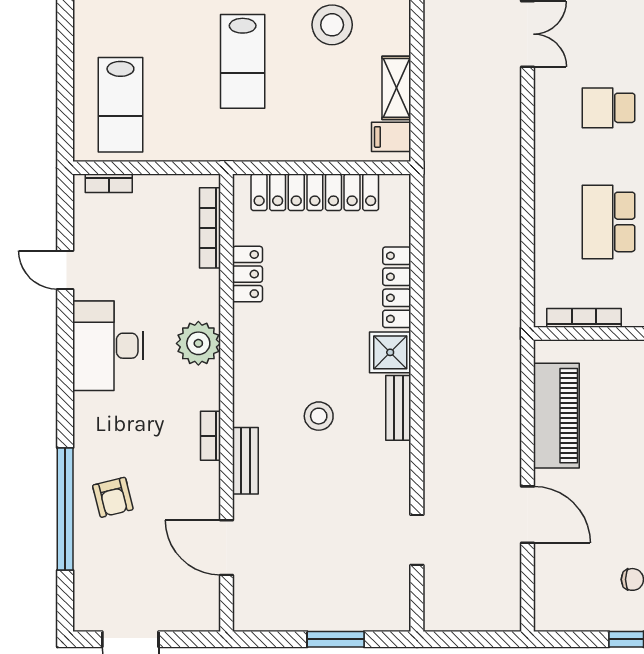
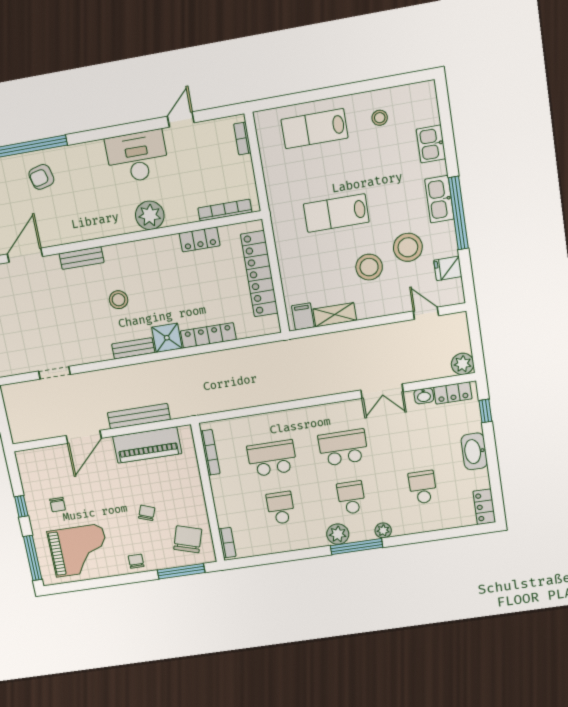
lab bench: (120, 105) -> (314, 129), moved
school desk: (609, 108) -> (343, 448), width x1.85
bench: (508, 420) -> (139, 416), added
bookcase: (210, 436) -> (93, 233), removed

